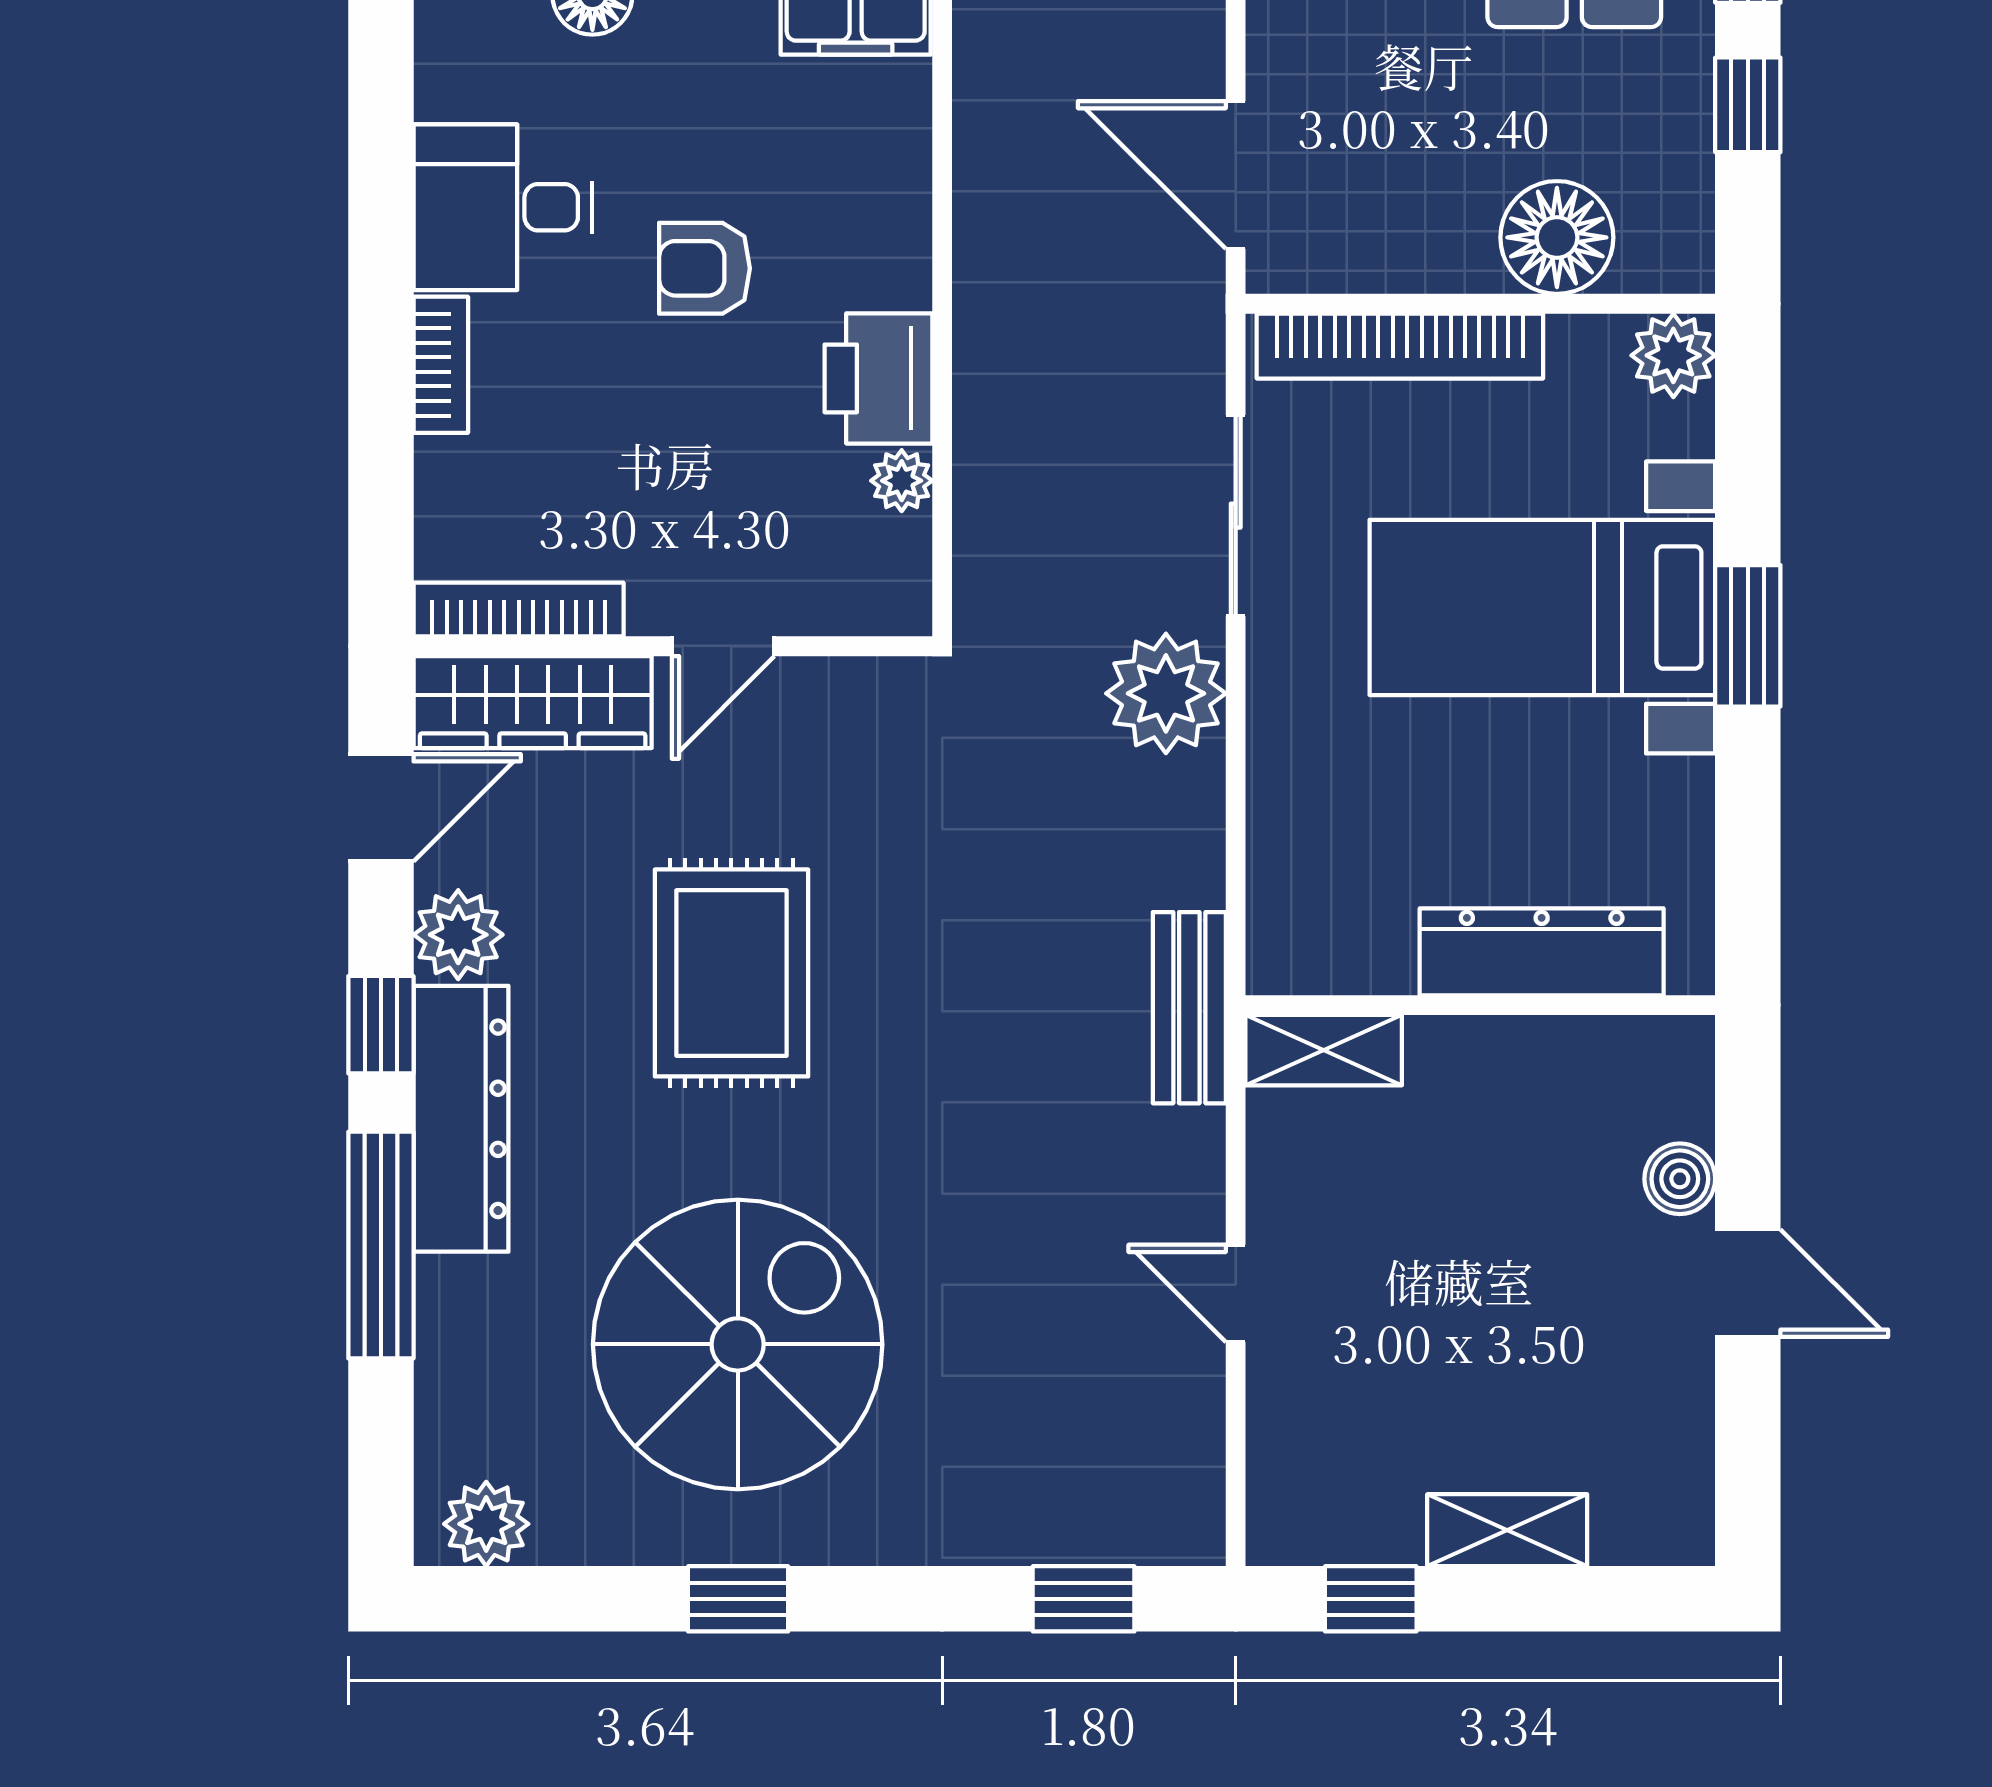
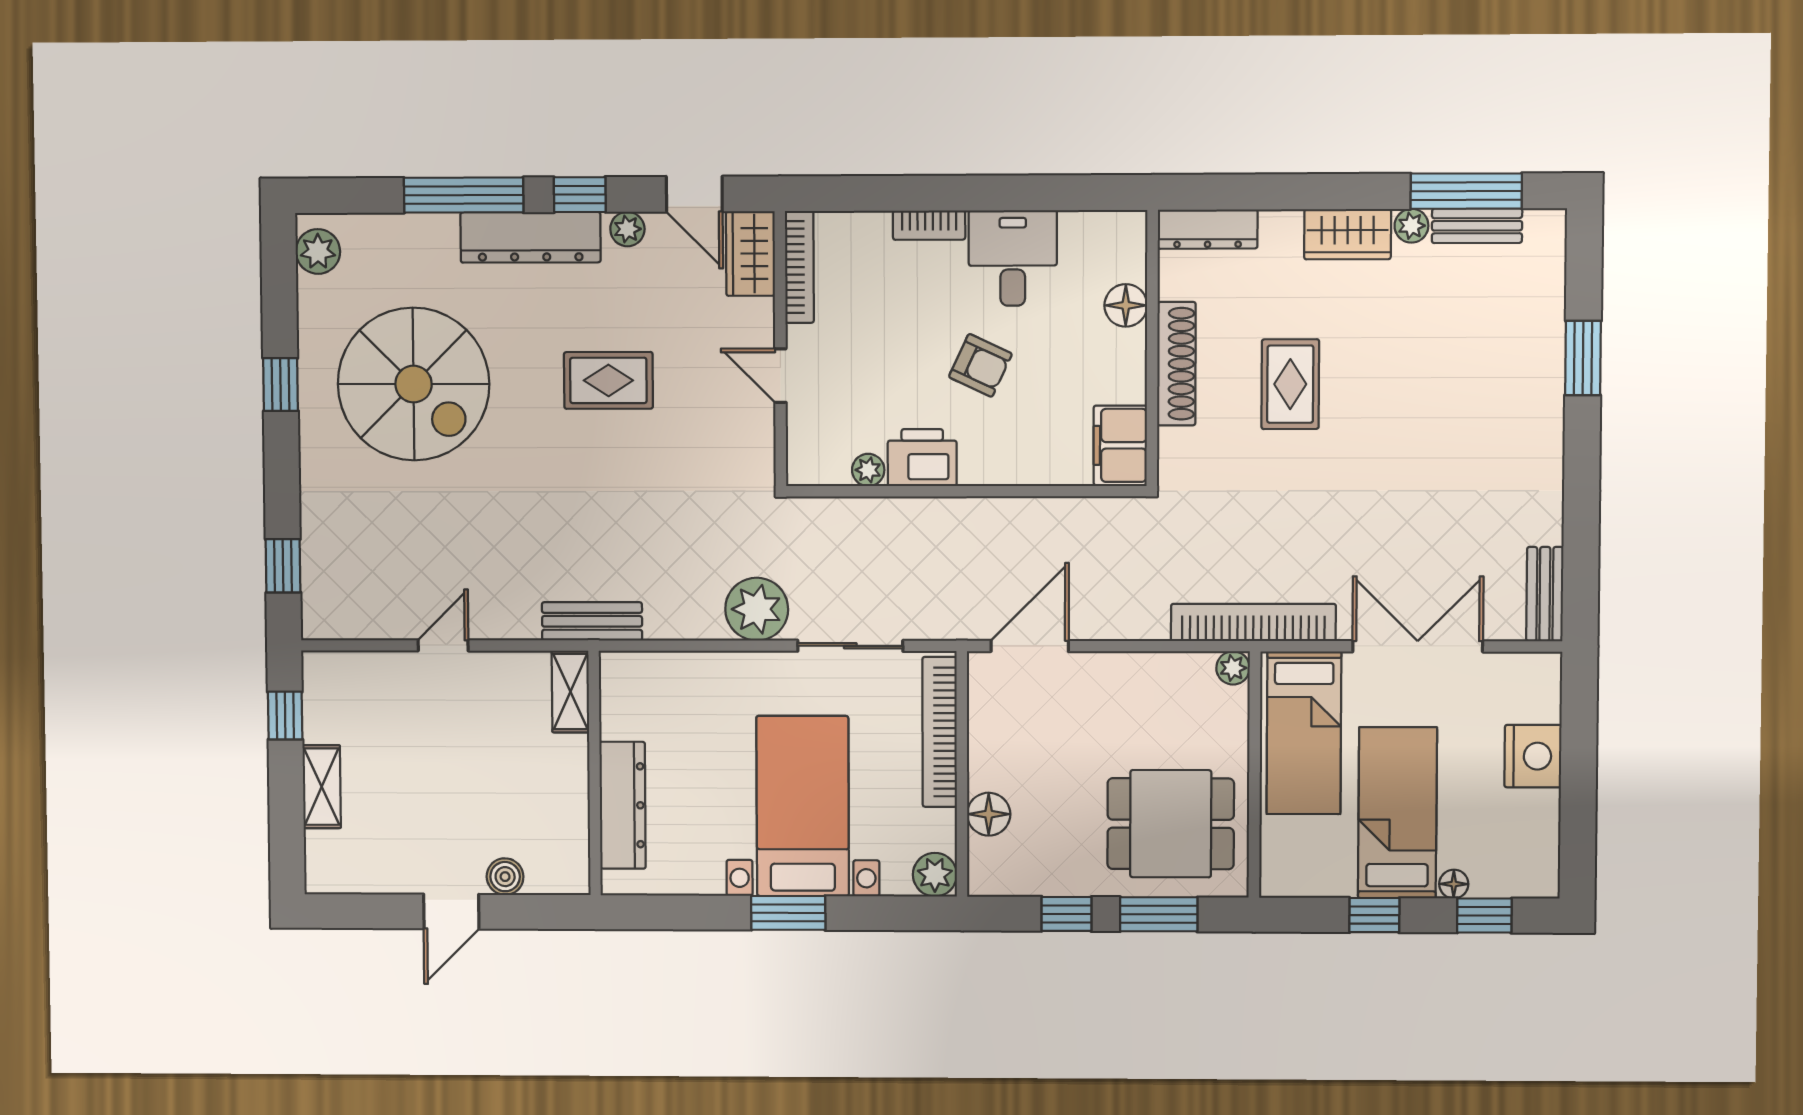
floor lamp: (1557, 237) -> (989, 814), width x0.73, depth x0.73
armchair: (705, 268) -> (980, 365), turned 115
wardrobe: (533, 702) -> (750, 254), width x0.67
plant: (458, 935) -> (627, 229), width x0.73, depth x0.73
rug: (731, 973) -> (608, 380), width x0.73, depth x0.70

